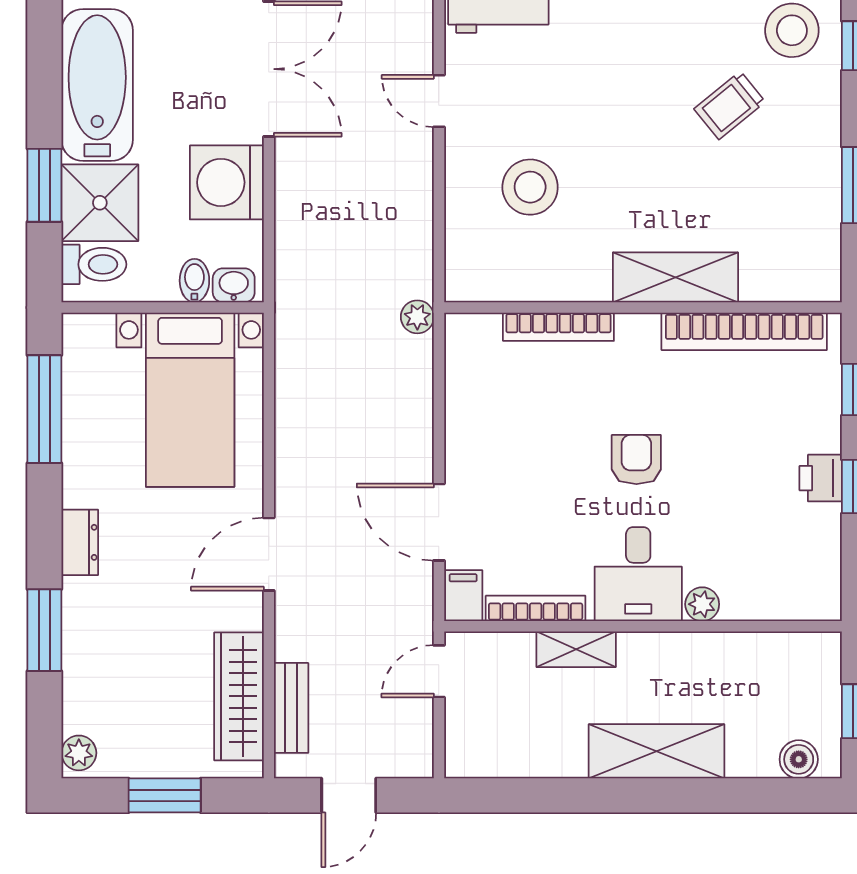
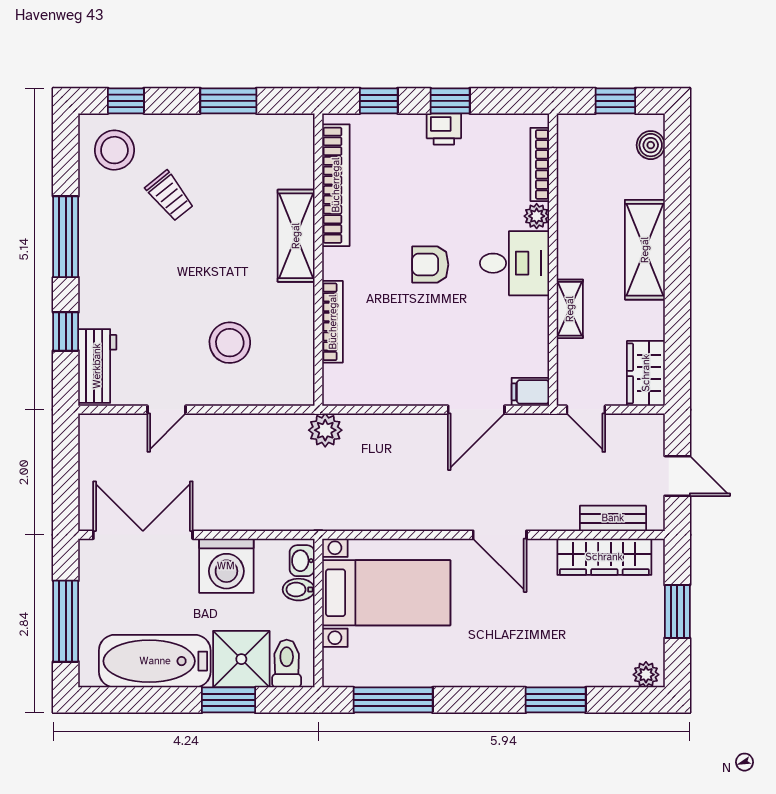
plant: (417, 317) -> (325, 430), width x1.38, depth x1.38
dresser: (80, 542) -> (491, 674), removed
bookcase: (536, 608) -> (540, 164), moved
wardrobe: (488, 753) -> (646, 373), added

